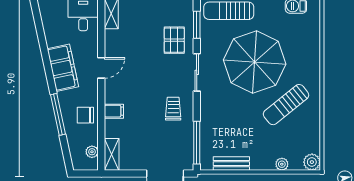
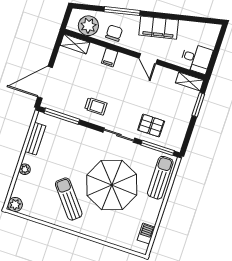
window: (197, 25) -> (158, 148), width x1.44
plant: (92, 152) -> (88, 26), width x1.88, depth x1.88
plant: (282, 164) -> (25, 169), moved

